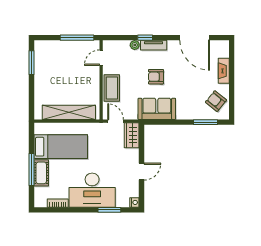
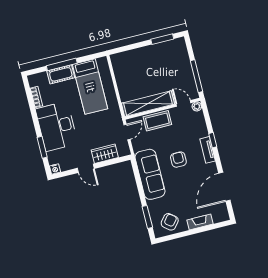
plant: (135, 45) -> (197, 106), moved
sofa: (157, 109) -> (150, 174), width x1.36
shelving: (69, 112) -> (148, 104), moved, turned 90
wardrobe: (132, 135) -> (105, 154), moved

